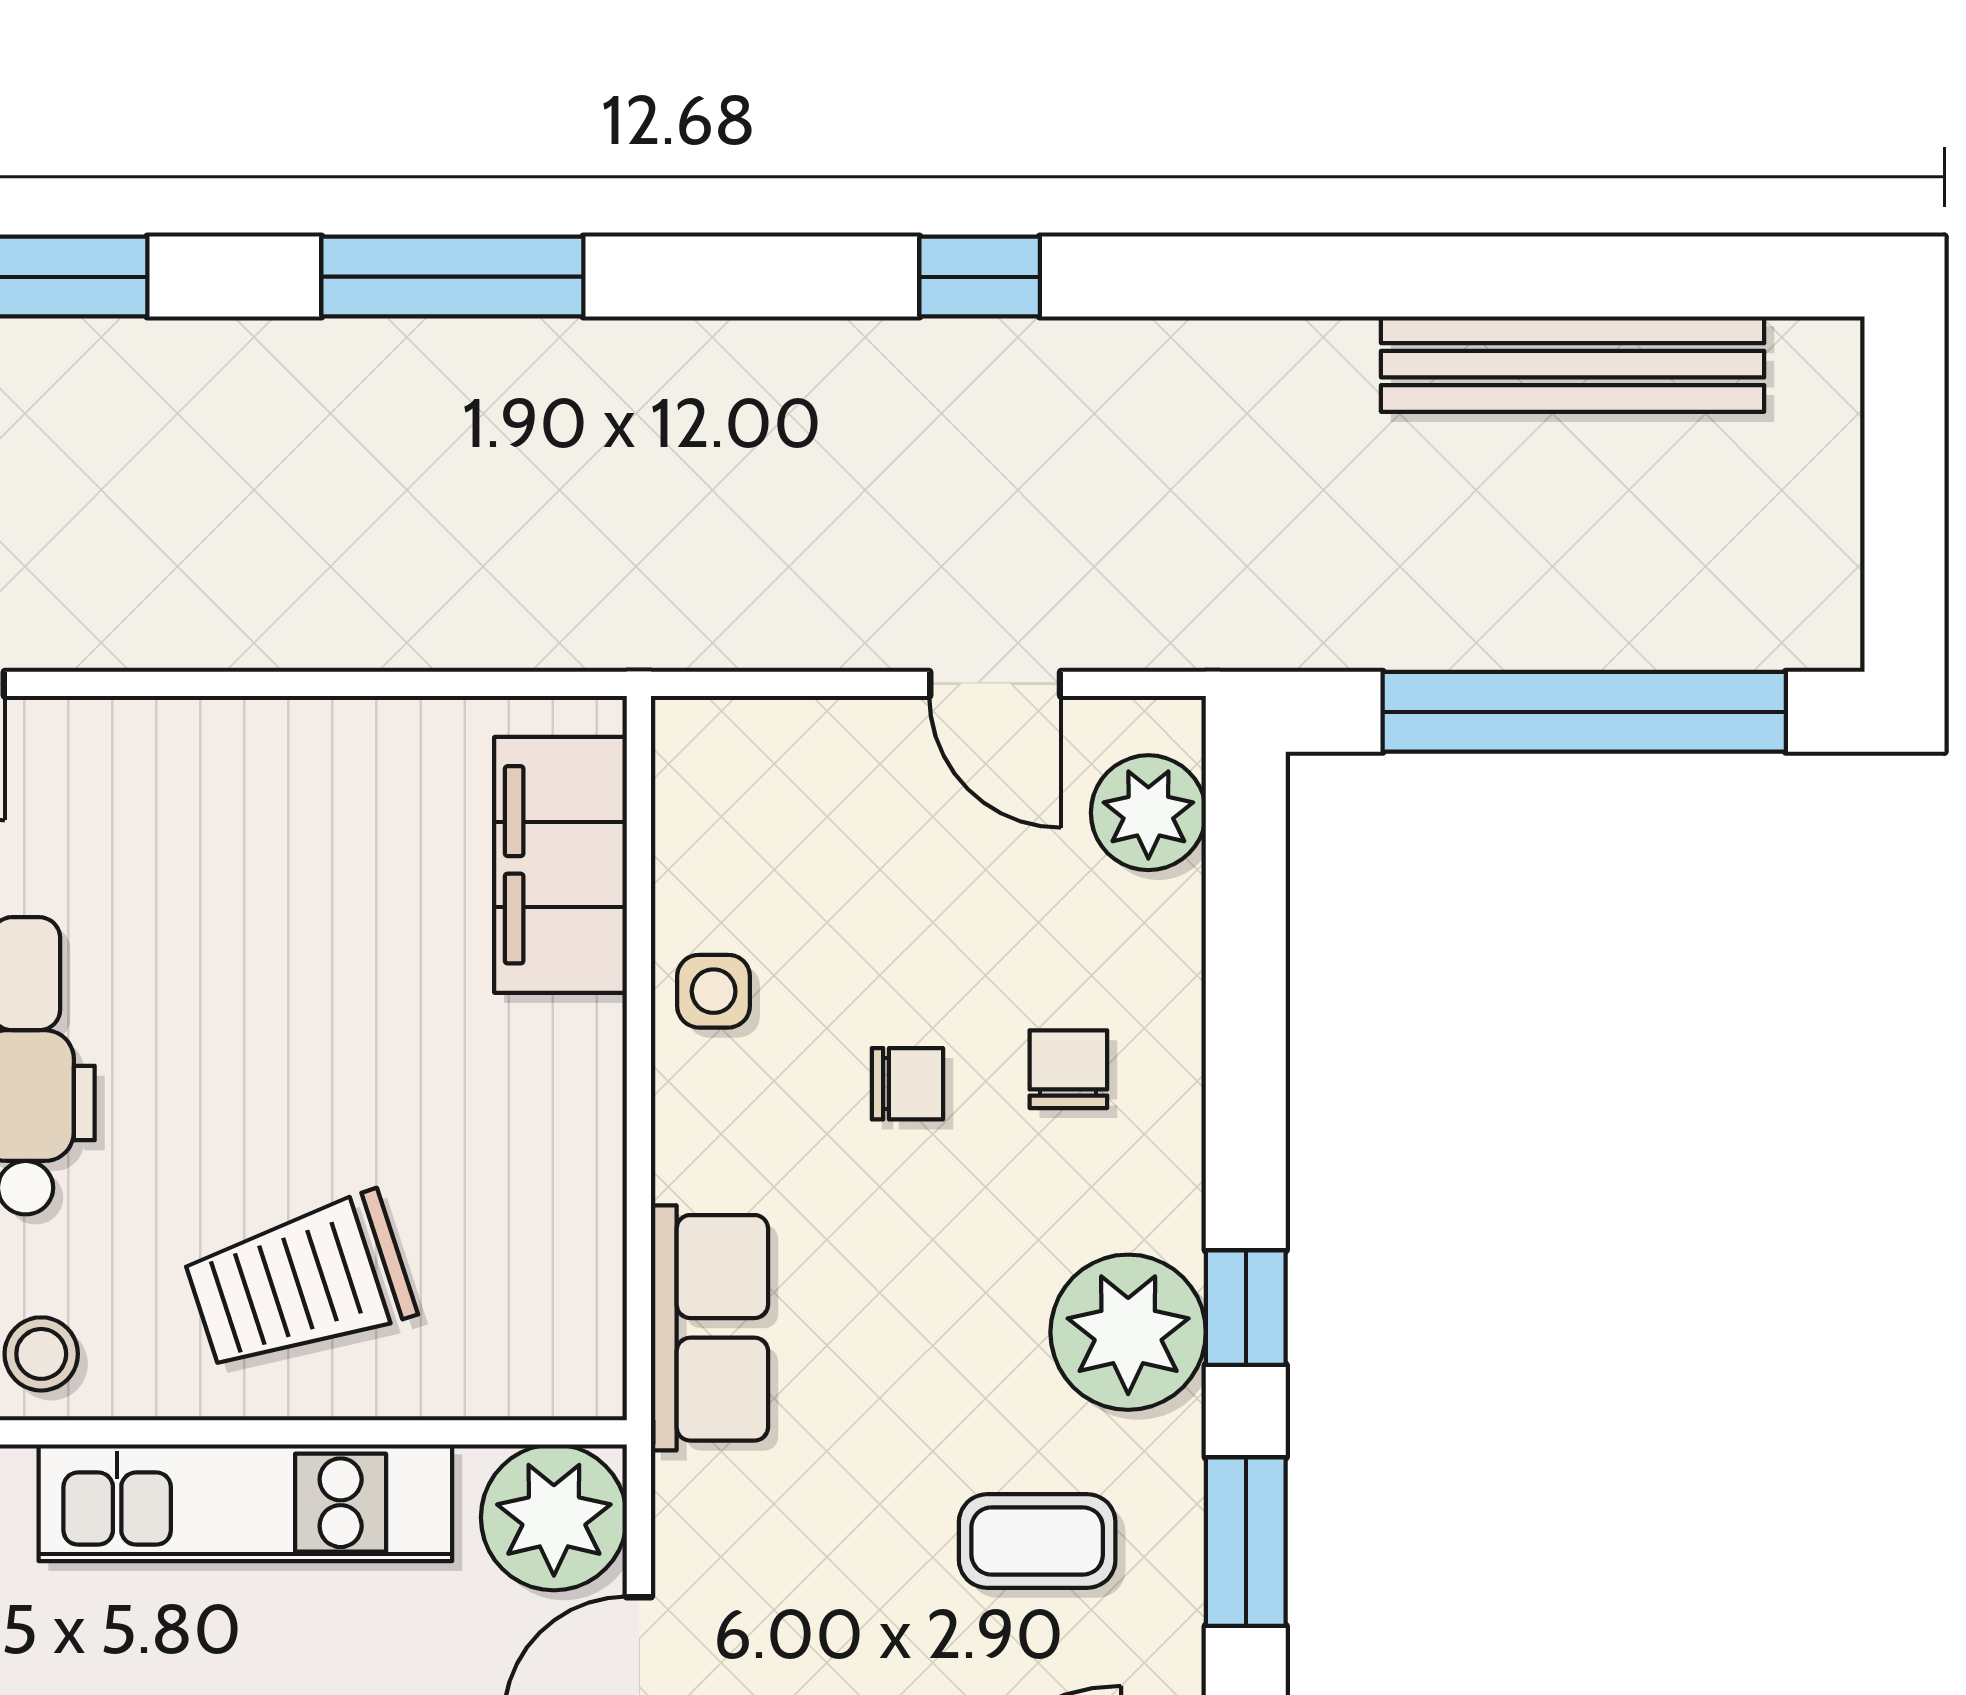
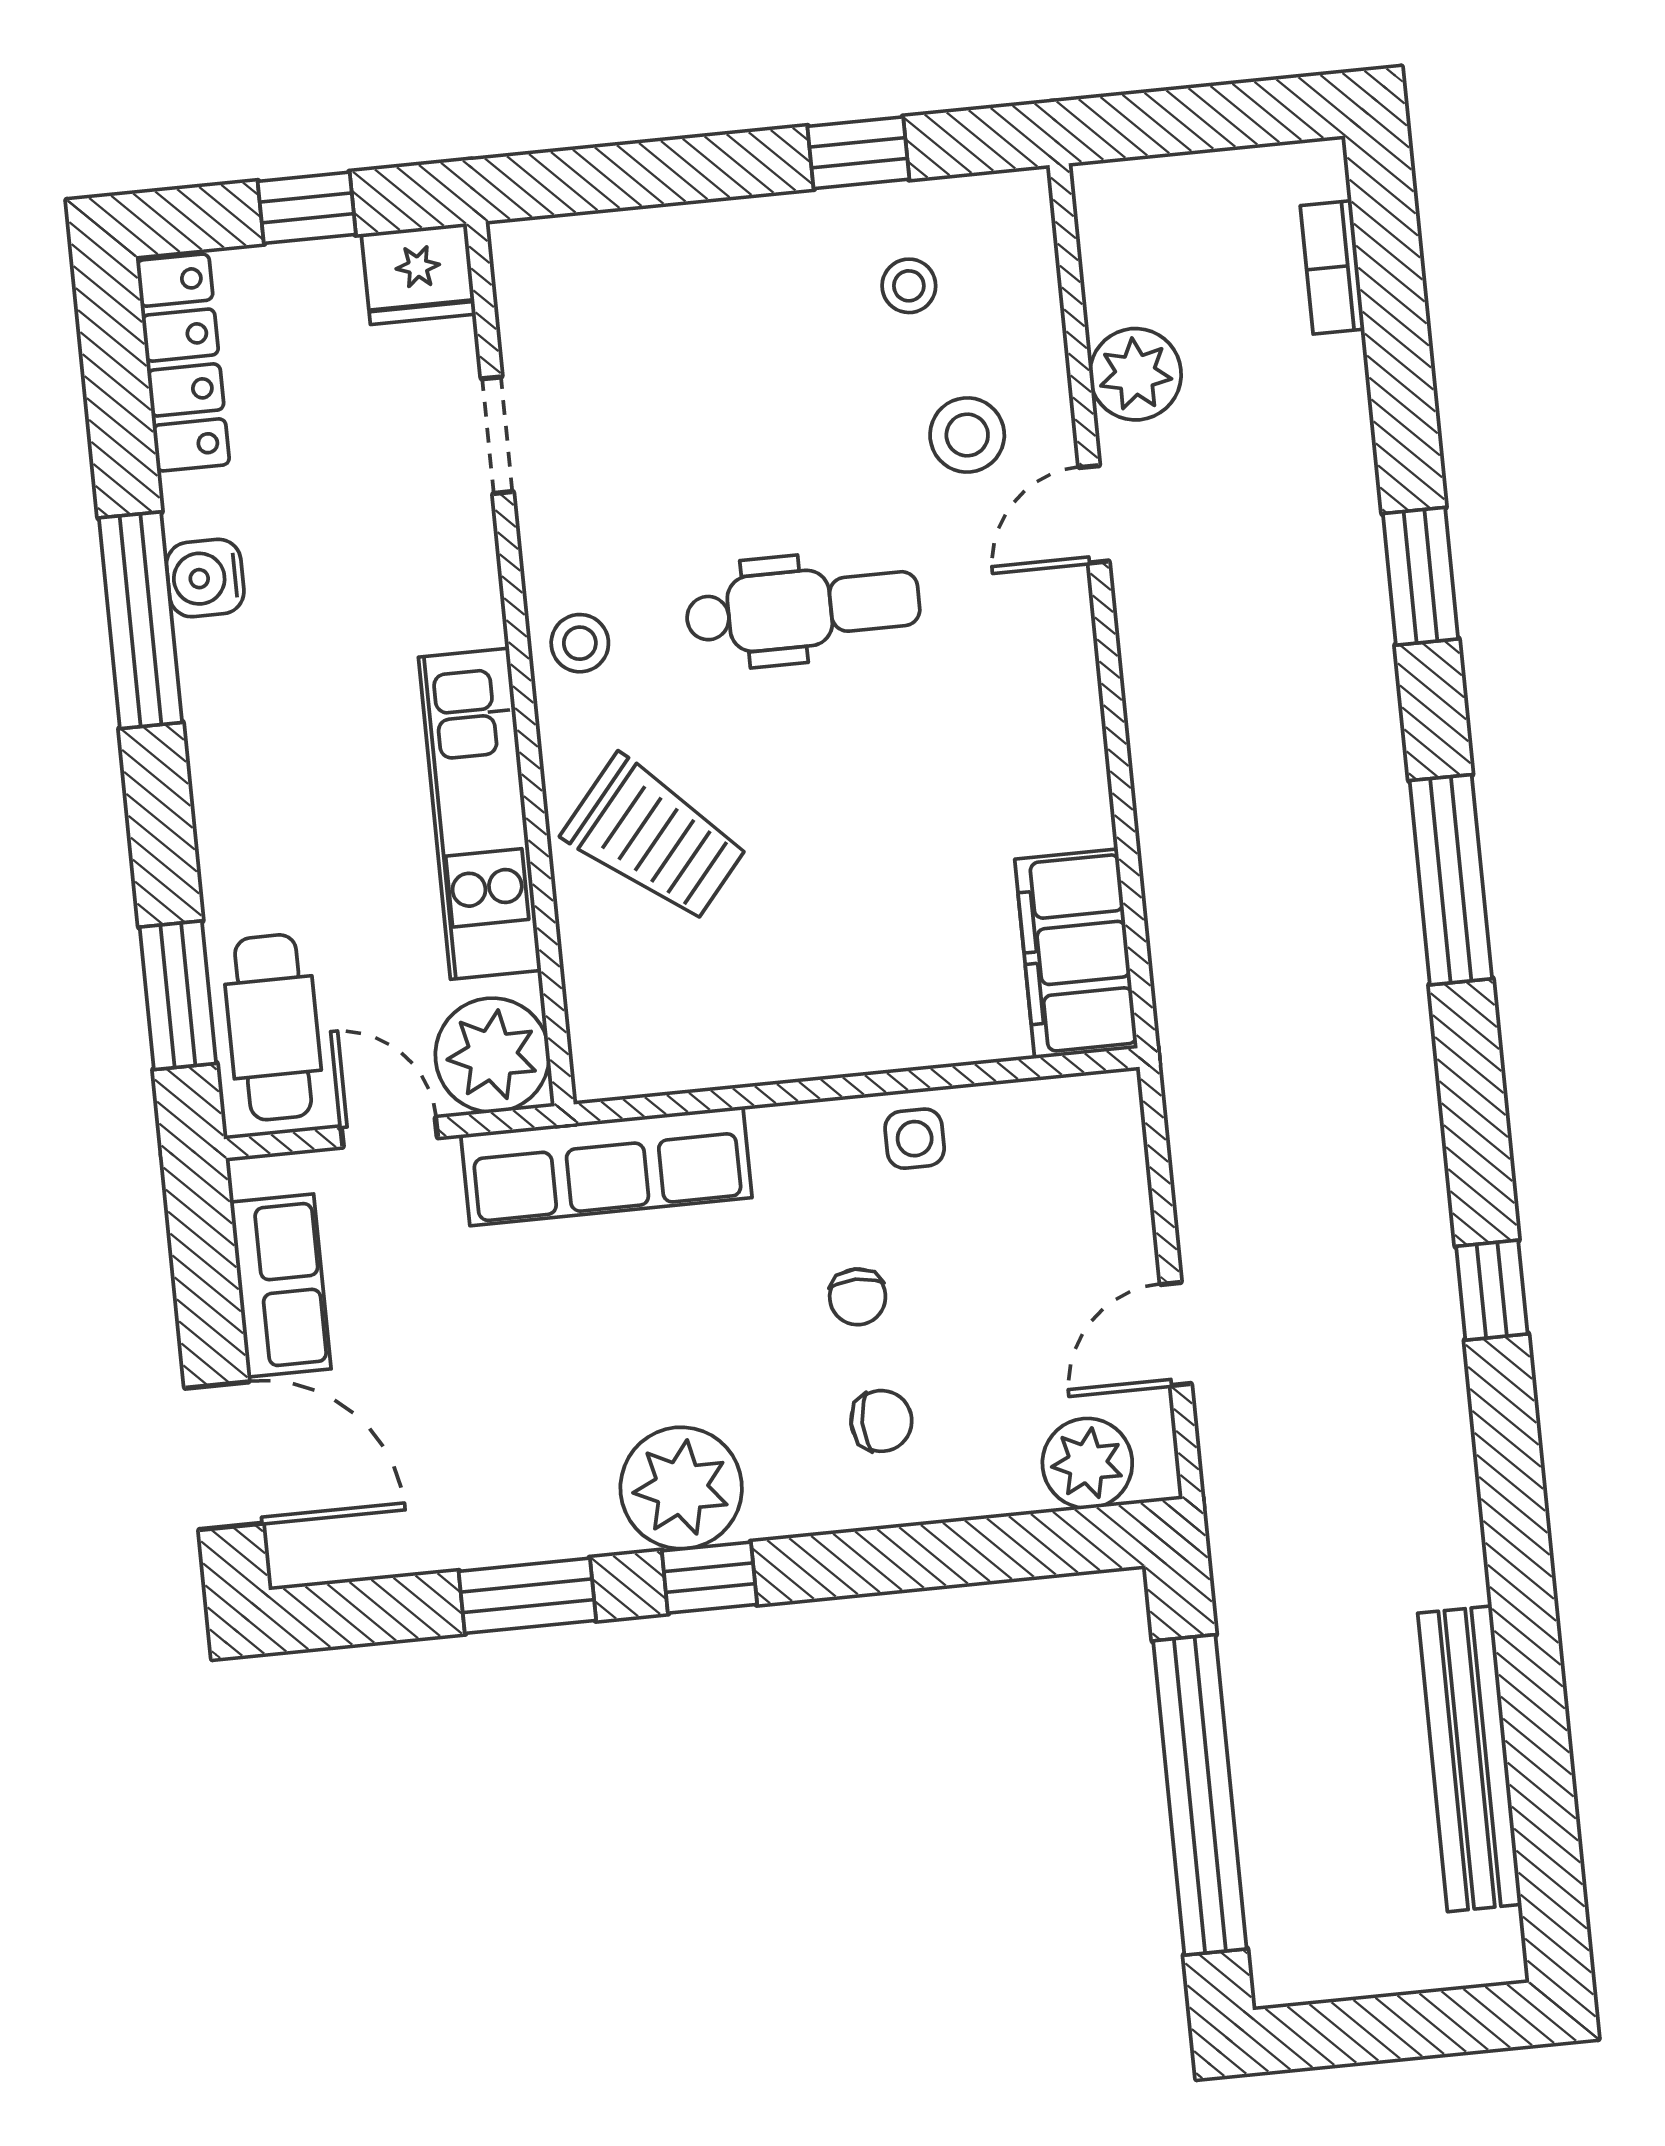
filing cabinet: (561, 865) -> (1076, 954), moved, turned -90
trolley: (300, 1283) -> (655, 839), turned 148
row of seats: (709, 1328) -> (606, 1166), width x1.48
coffee table: (1037, 1541) -> (512, 1433), removed

